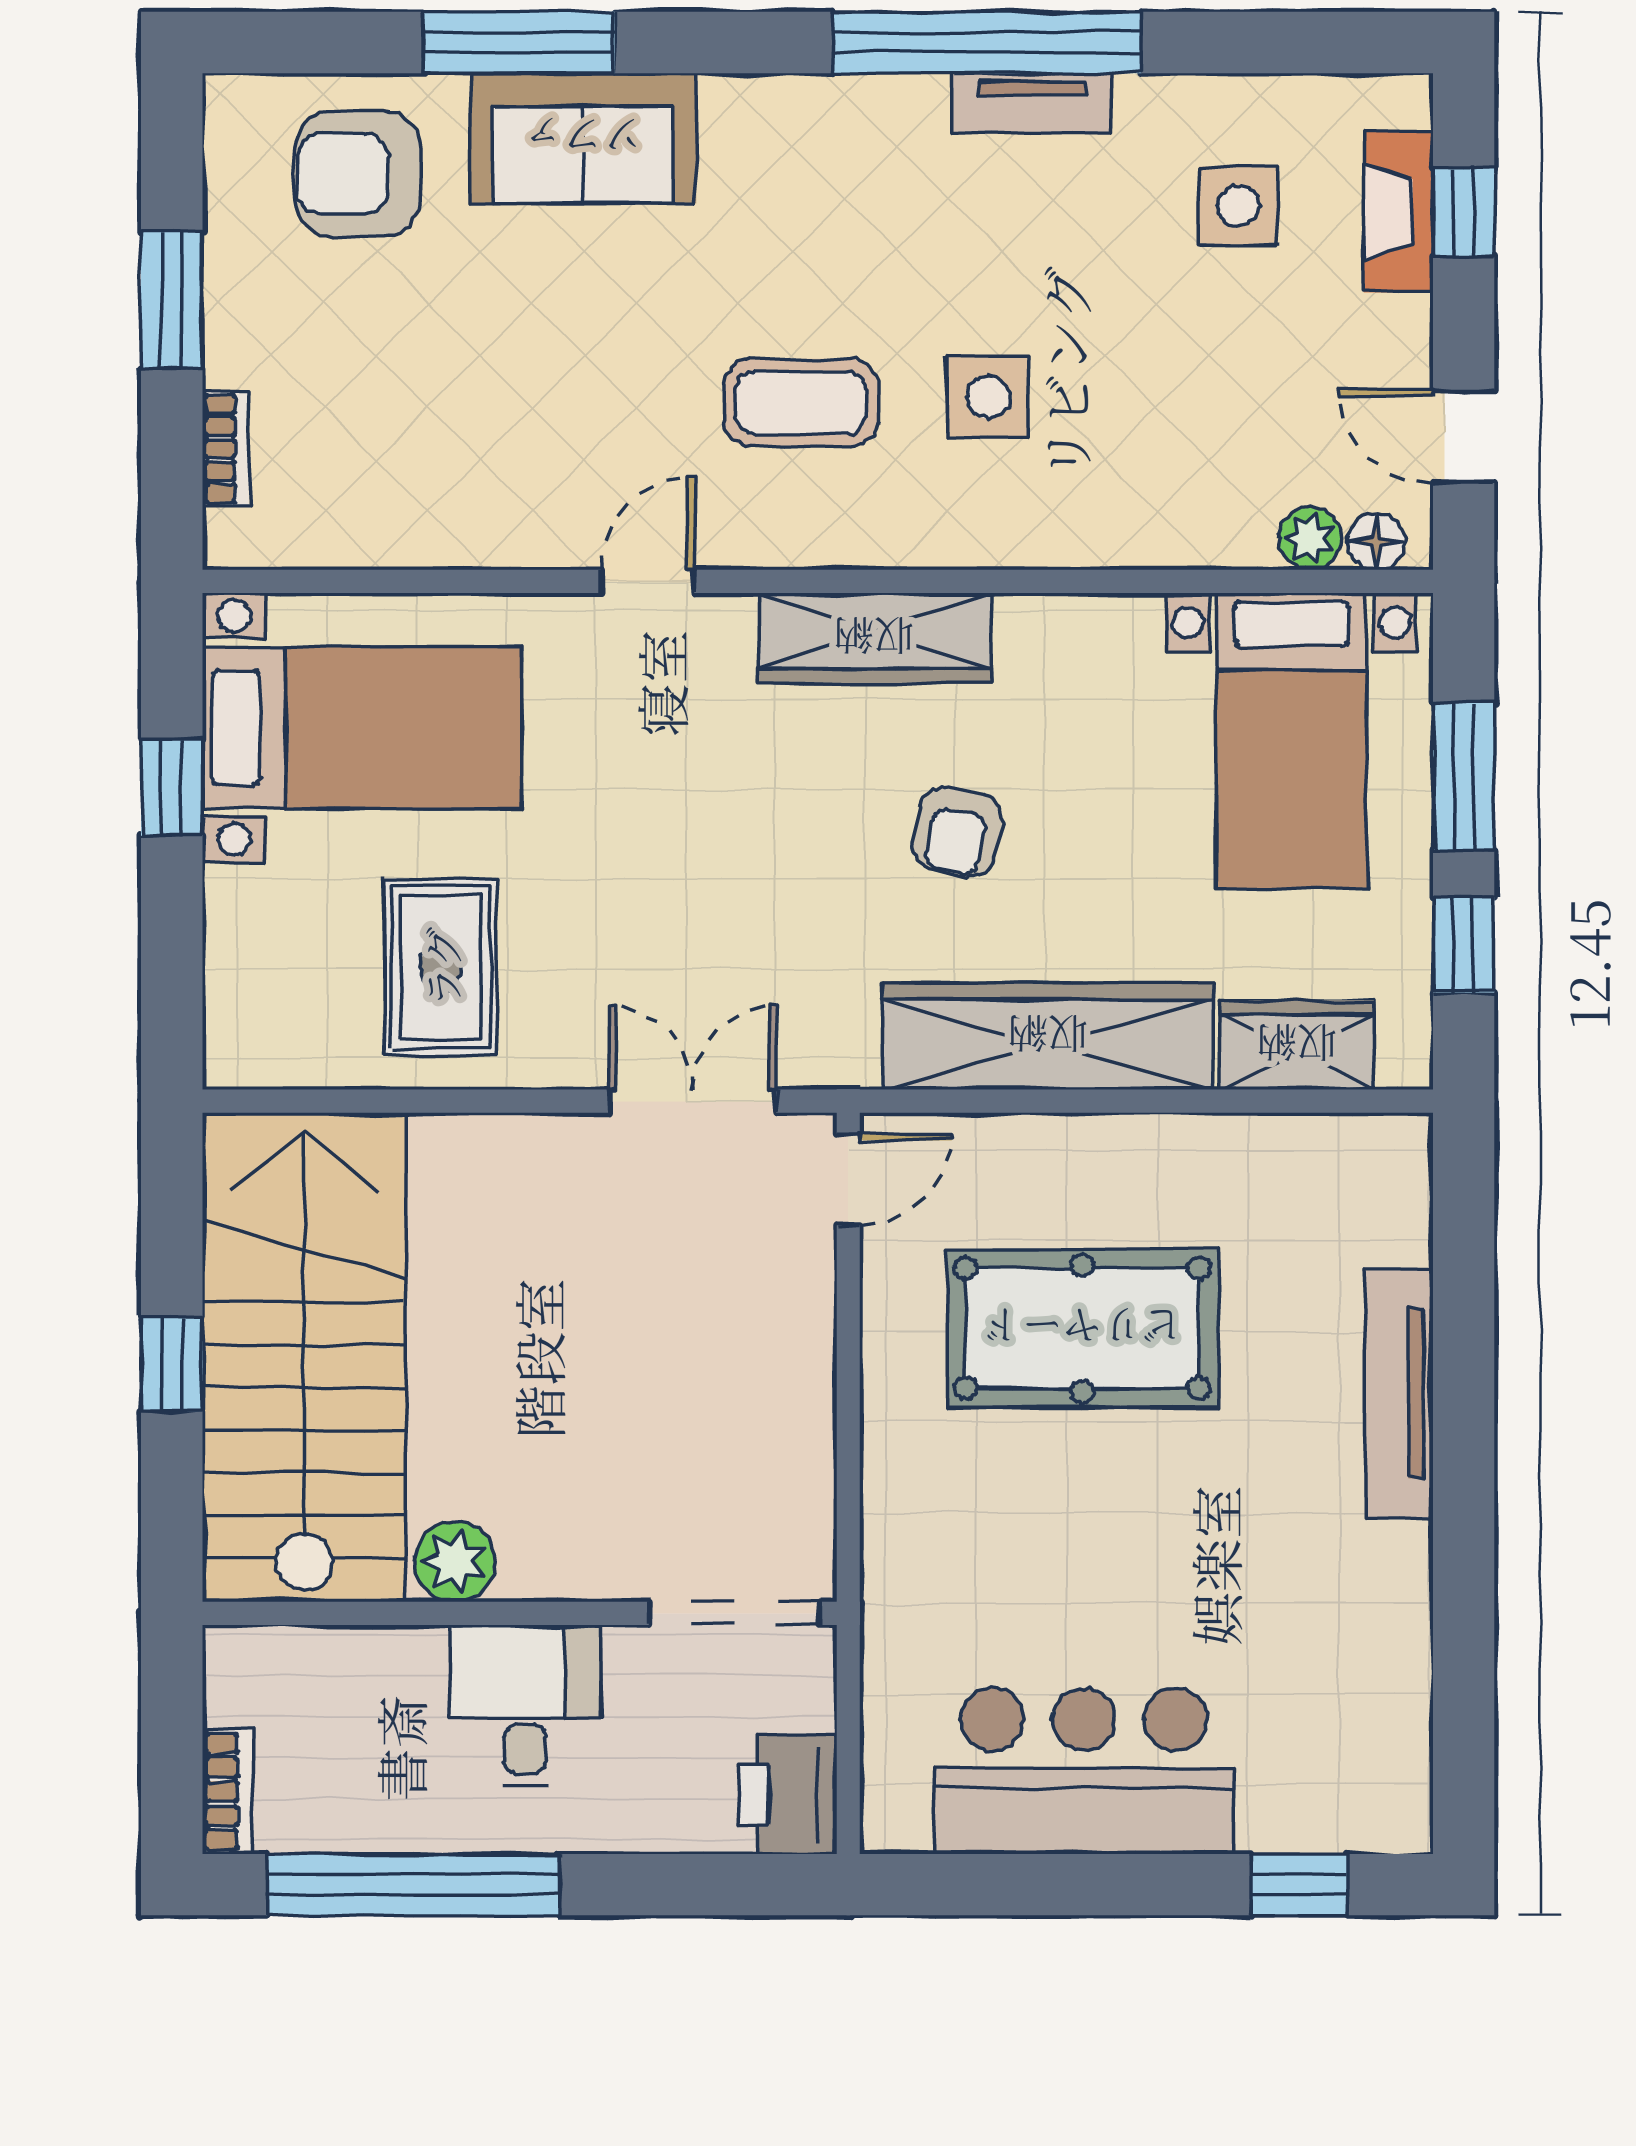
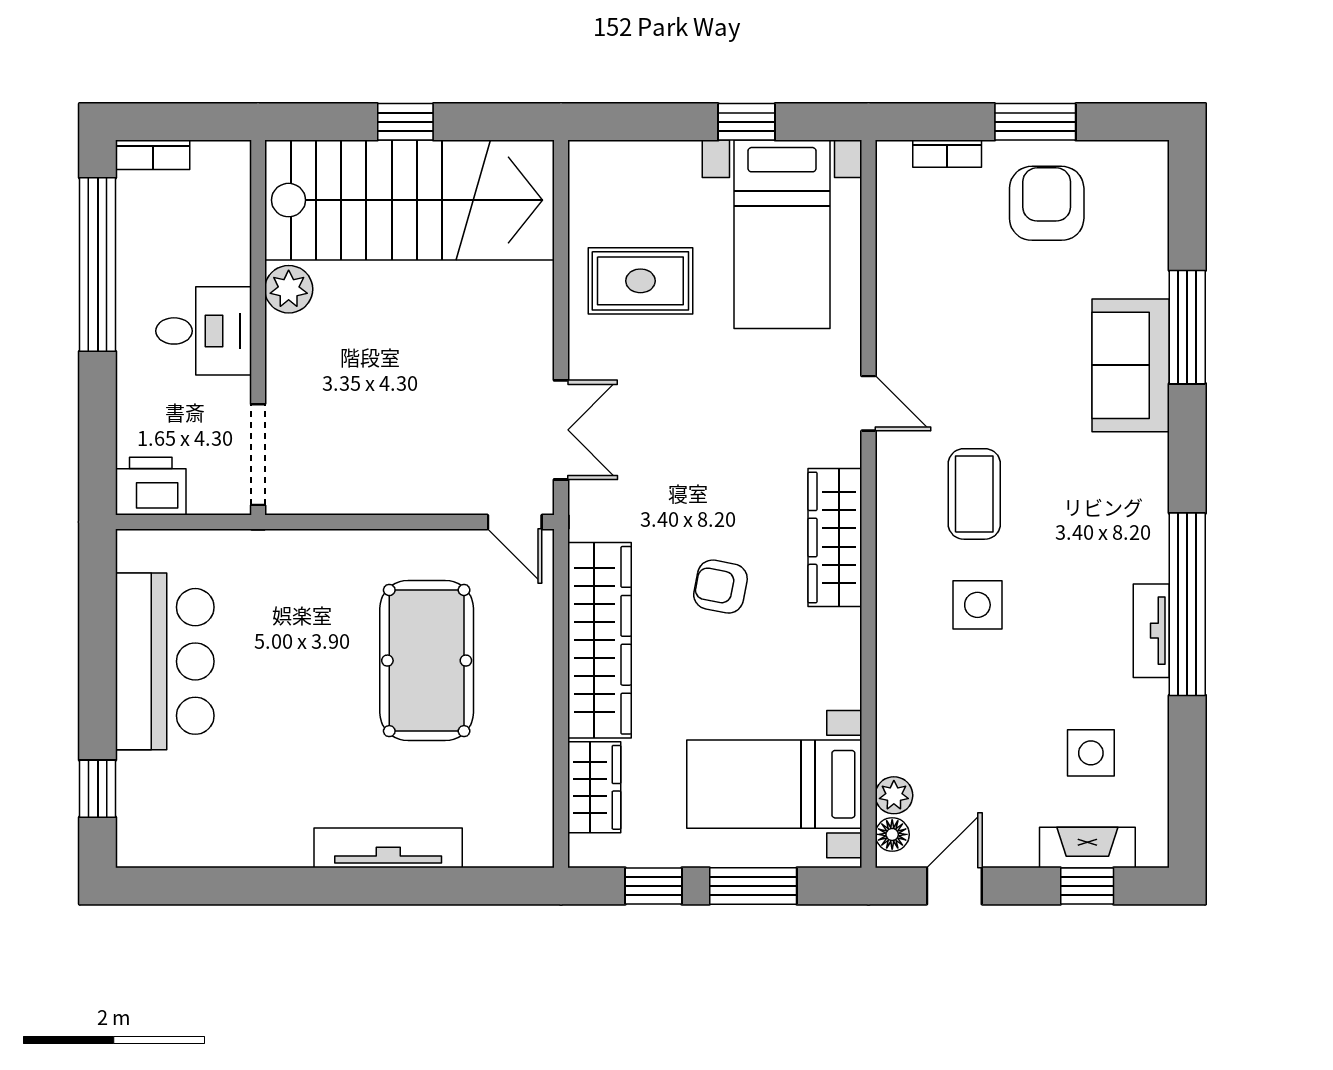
armchair: (358, 174) -> (1047, 203), moved

